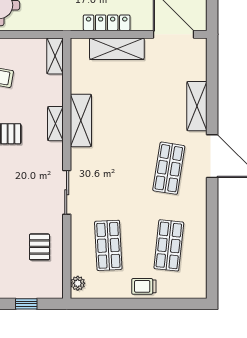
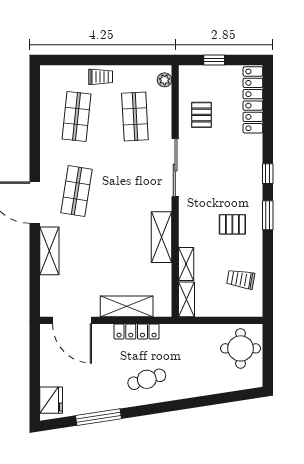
shelving: (55, 124) -> (186, 264), moved
sliding door: (67, 192) -> (175, 168), width x1.37

